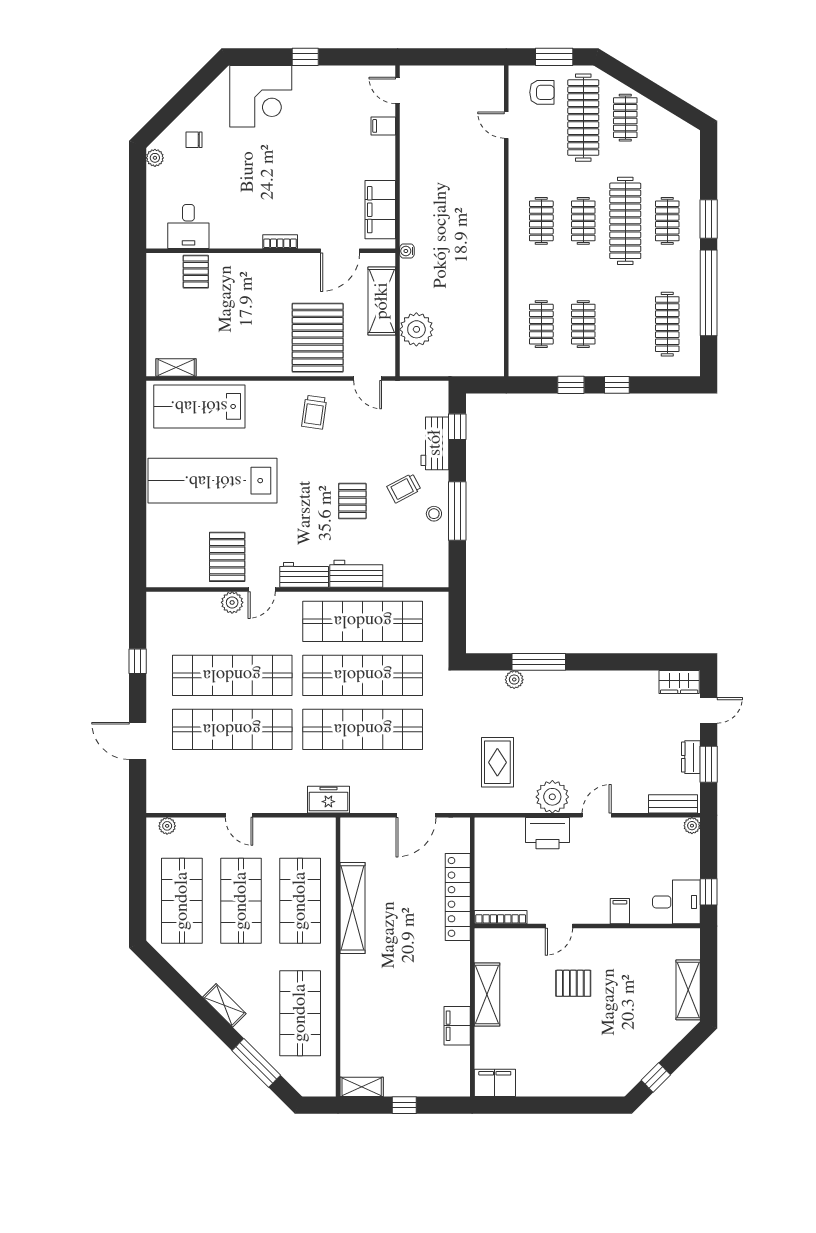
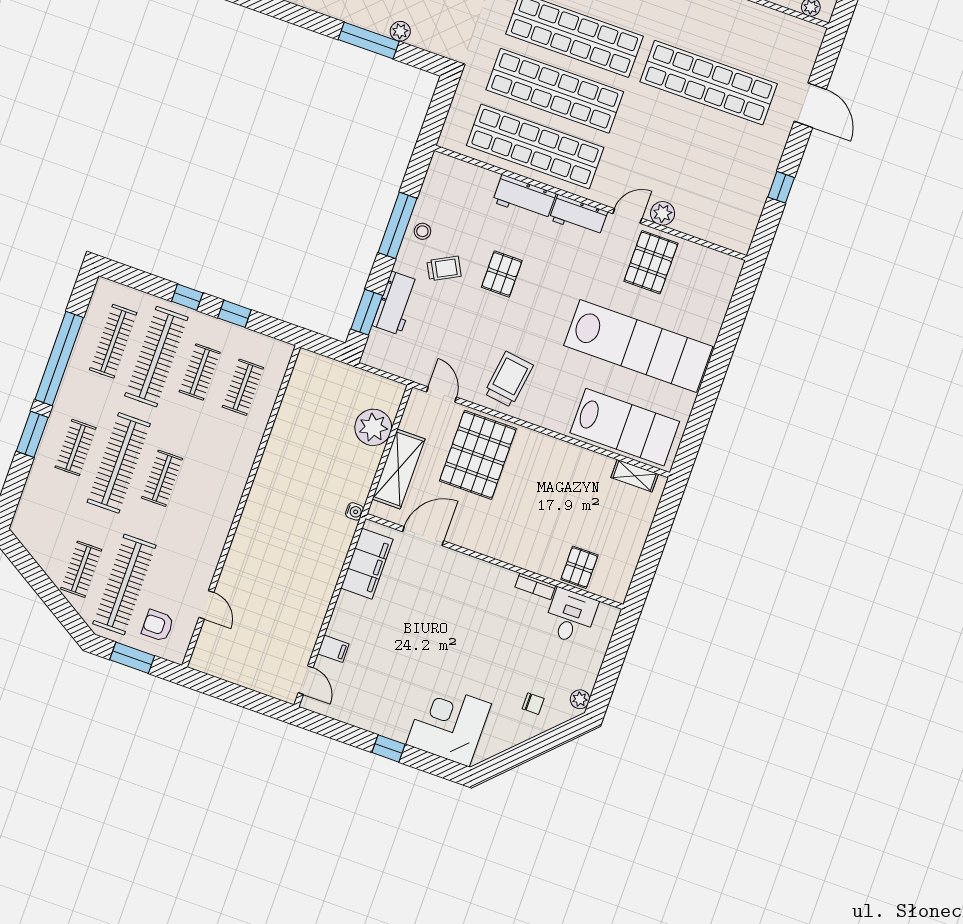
clothes rail: (541, 221) -> (156, 357), moved, width x1.86, depth x1.31
bookcase: (280, 242) -> (535, 586), moved
trolley: (314, 412) -> (509, 379), width x1.36, depth x1.39
window: (457, 427) -> (367, 312), width x1.50
shop shelf: (232, 675) -> (689, 138), removed

